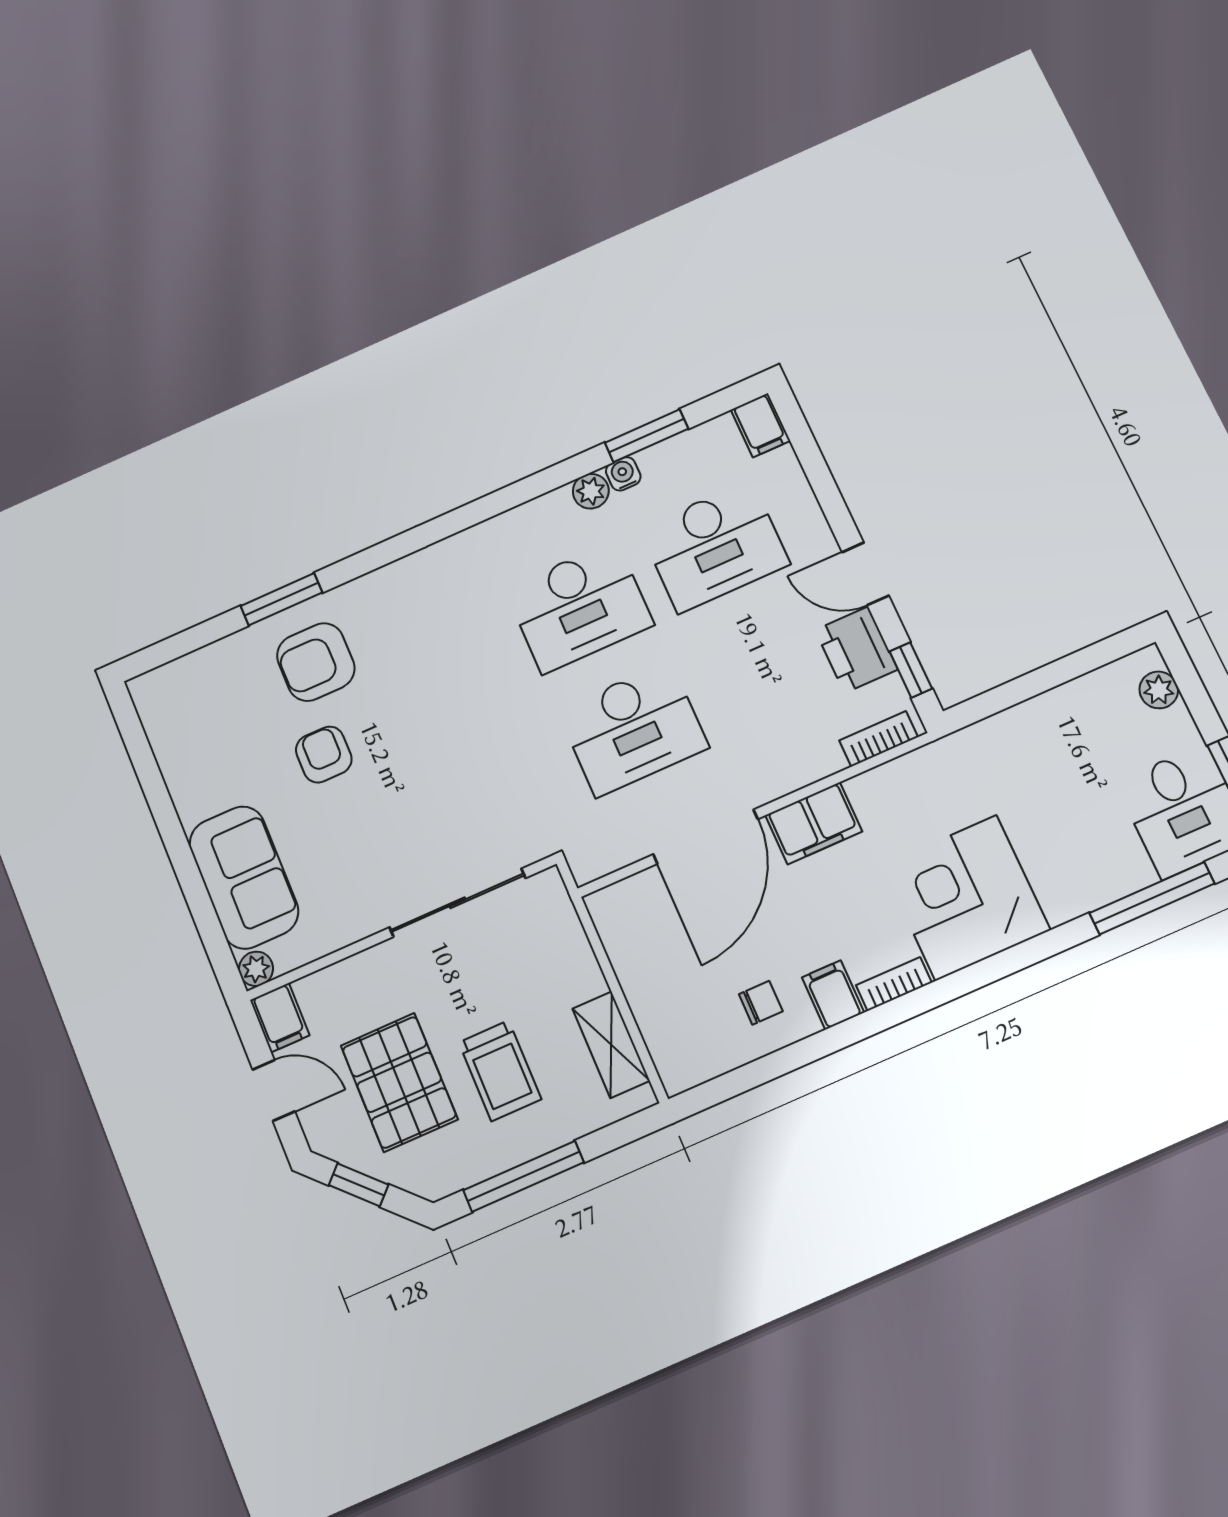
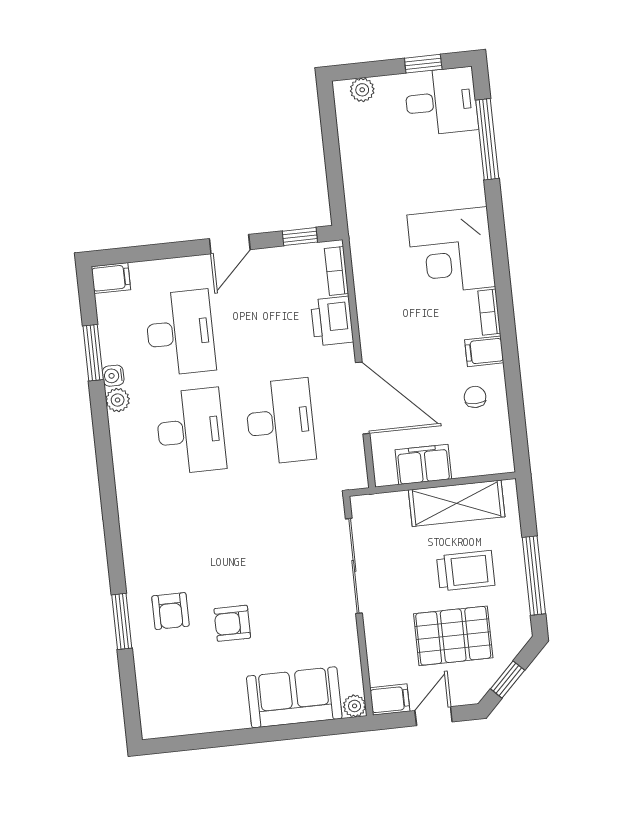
printer: (856, 650) -> (332, 321), moved, turned 90
armchair: (316, 662) -> (170, 611), width x0.72, depth x0.72
filing cabinet: (814, 823) -> (423, 464), moved, turned -90
shelving: (611, 1045) -> (457, 503), width x1.50, depth x1.33

